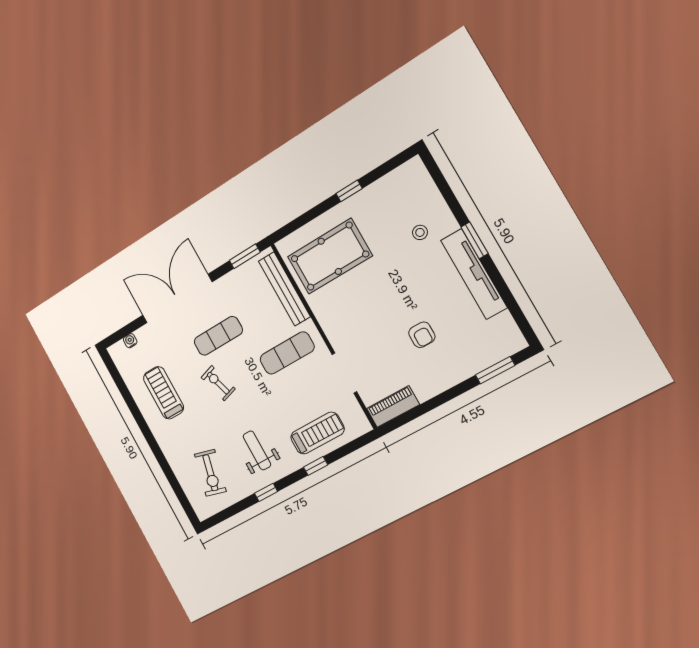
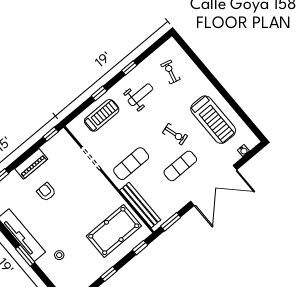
window: (295, 225) -> (140, 248), added
treadmill: (163, 393) -> (213, 120), width x1.37, depth x1.38
piano: (393, 407) -> (31, 164), moved
window: (399, 422) -> (51, 134), added
treadmill: (317, 433) -> (102, 115), turned 180
weight bench: (257, 450) -> (140, 95), turned -90
exercise bike: (210, 473) -> (170, 72), width x0.73, depth x0.72

